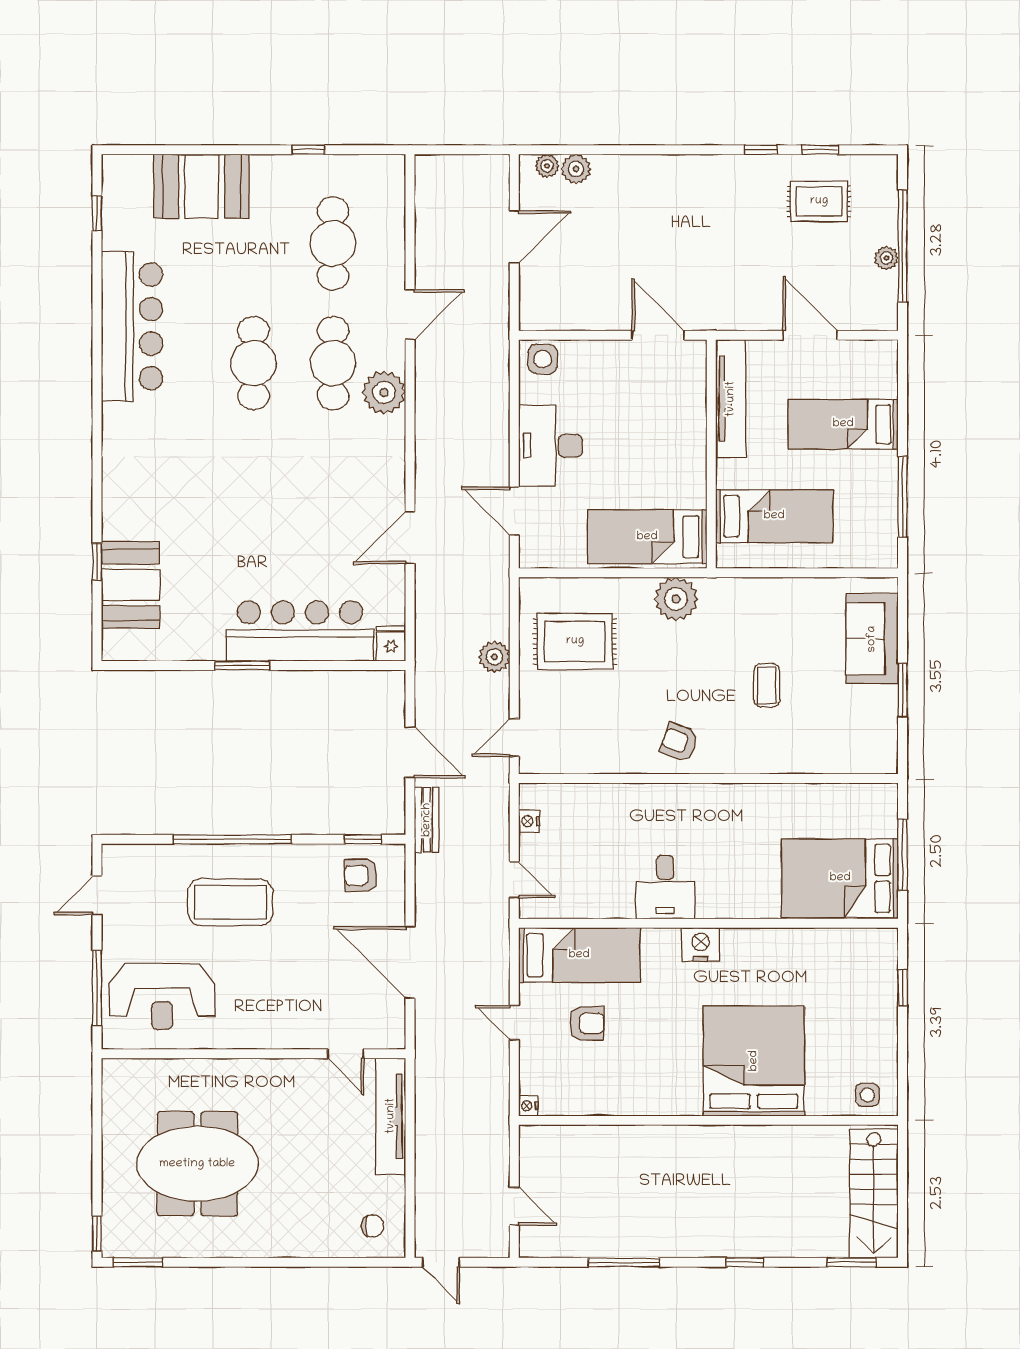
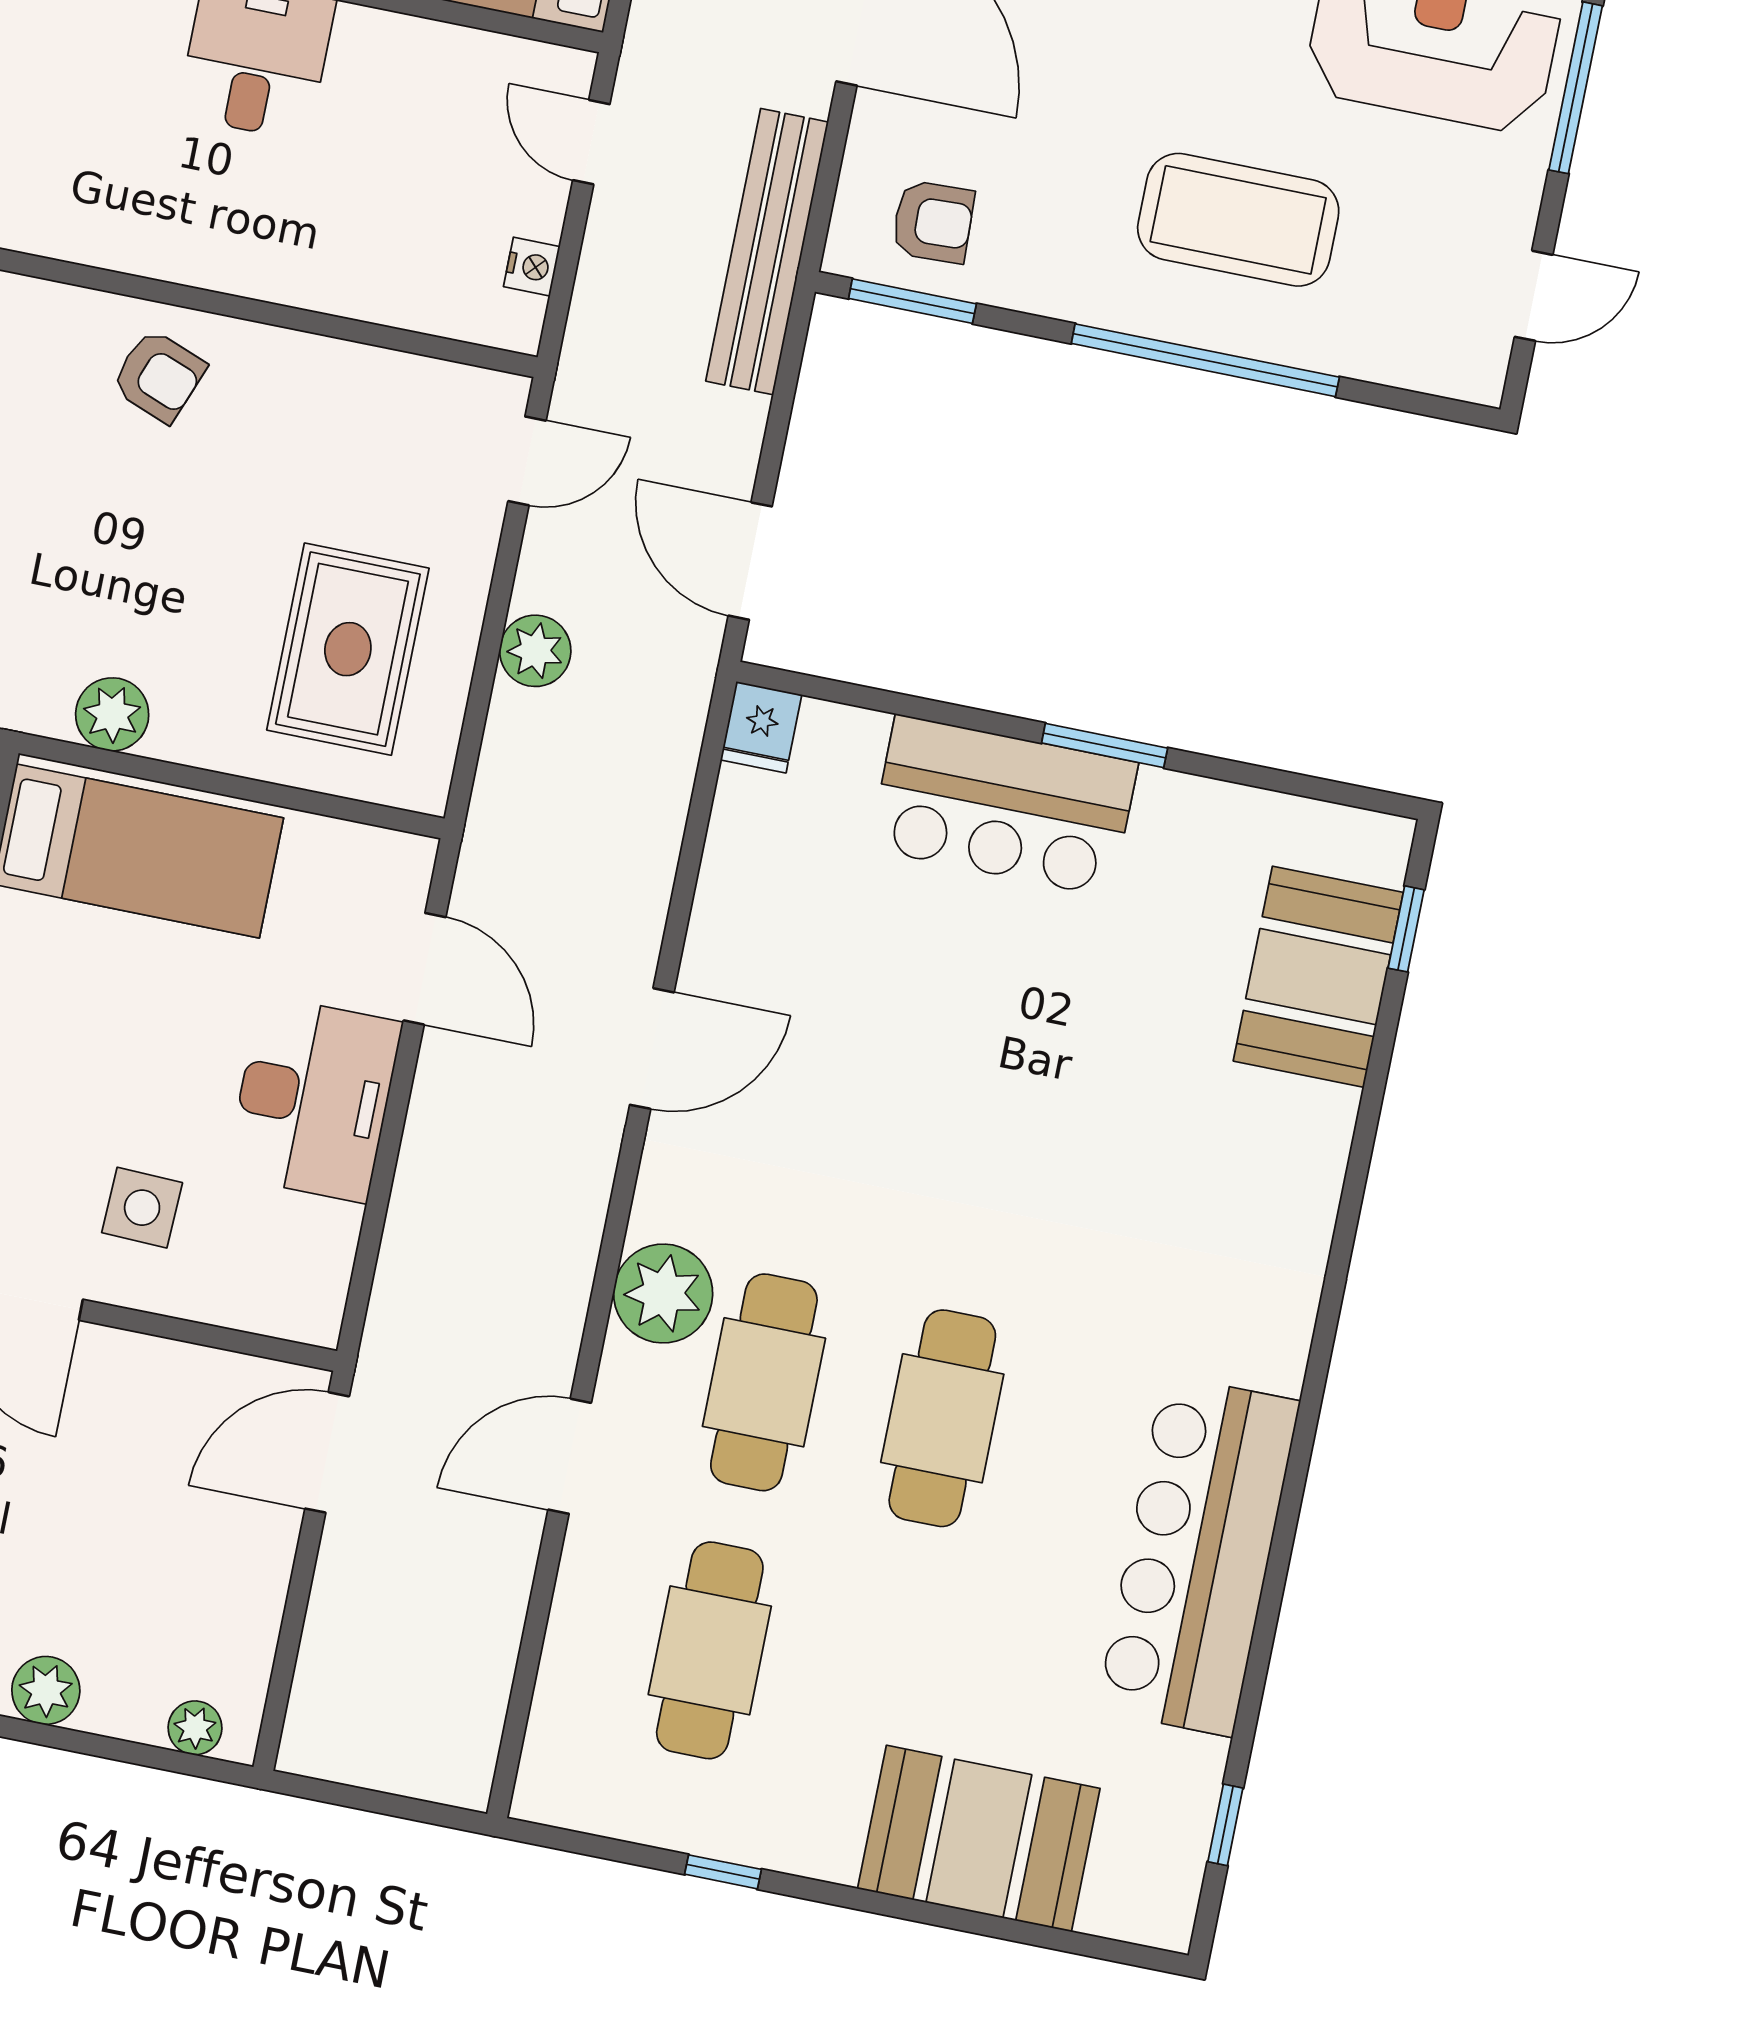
plant: (576, 169) -> (46, 1690), moved
door: (514, 237) -> (327, 1452), moved
side table: (543, 359) -> (142, 1208), moved
door: (410, 538) -> (652, 1049), moved
window: (97, 562) -> (1406, 929), moved
plant: (676, 599) -> (112, 714), width x0.73, depth x0.73
bar counter: (300, 631) -> (1004, 806), width x0.73
rug: (575, 641) -> (348, 649), turned 90
door: (410, 752) -> (750, 561), moved
bench: (427, 820) -> (767, 252), width x1.86, depth x1.21
window: (363, 839) -> (912, 301), width x1.50

